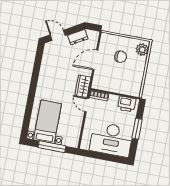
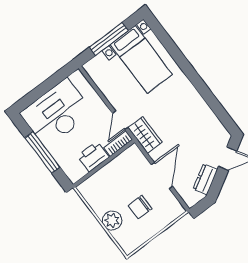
plant: (142, 50) -> (112, 220), moved
printer: (127, 104) -> (93, 157), moved
door: (87, 105) -> (120, 120), swing flipped
window: (137, 129) -> (42, 153), width x1.44

